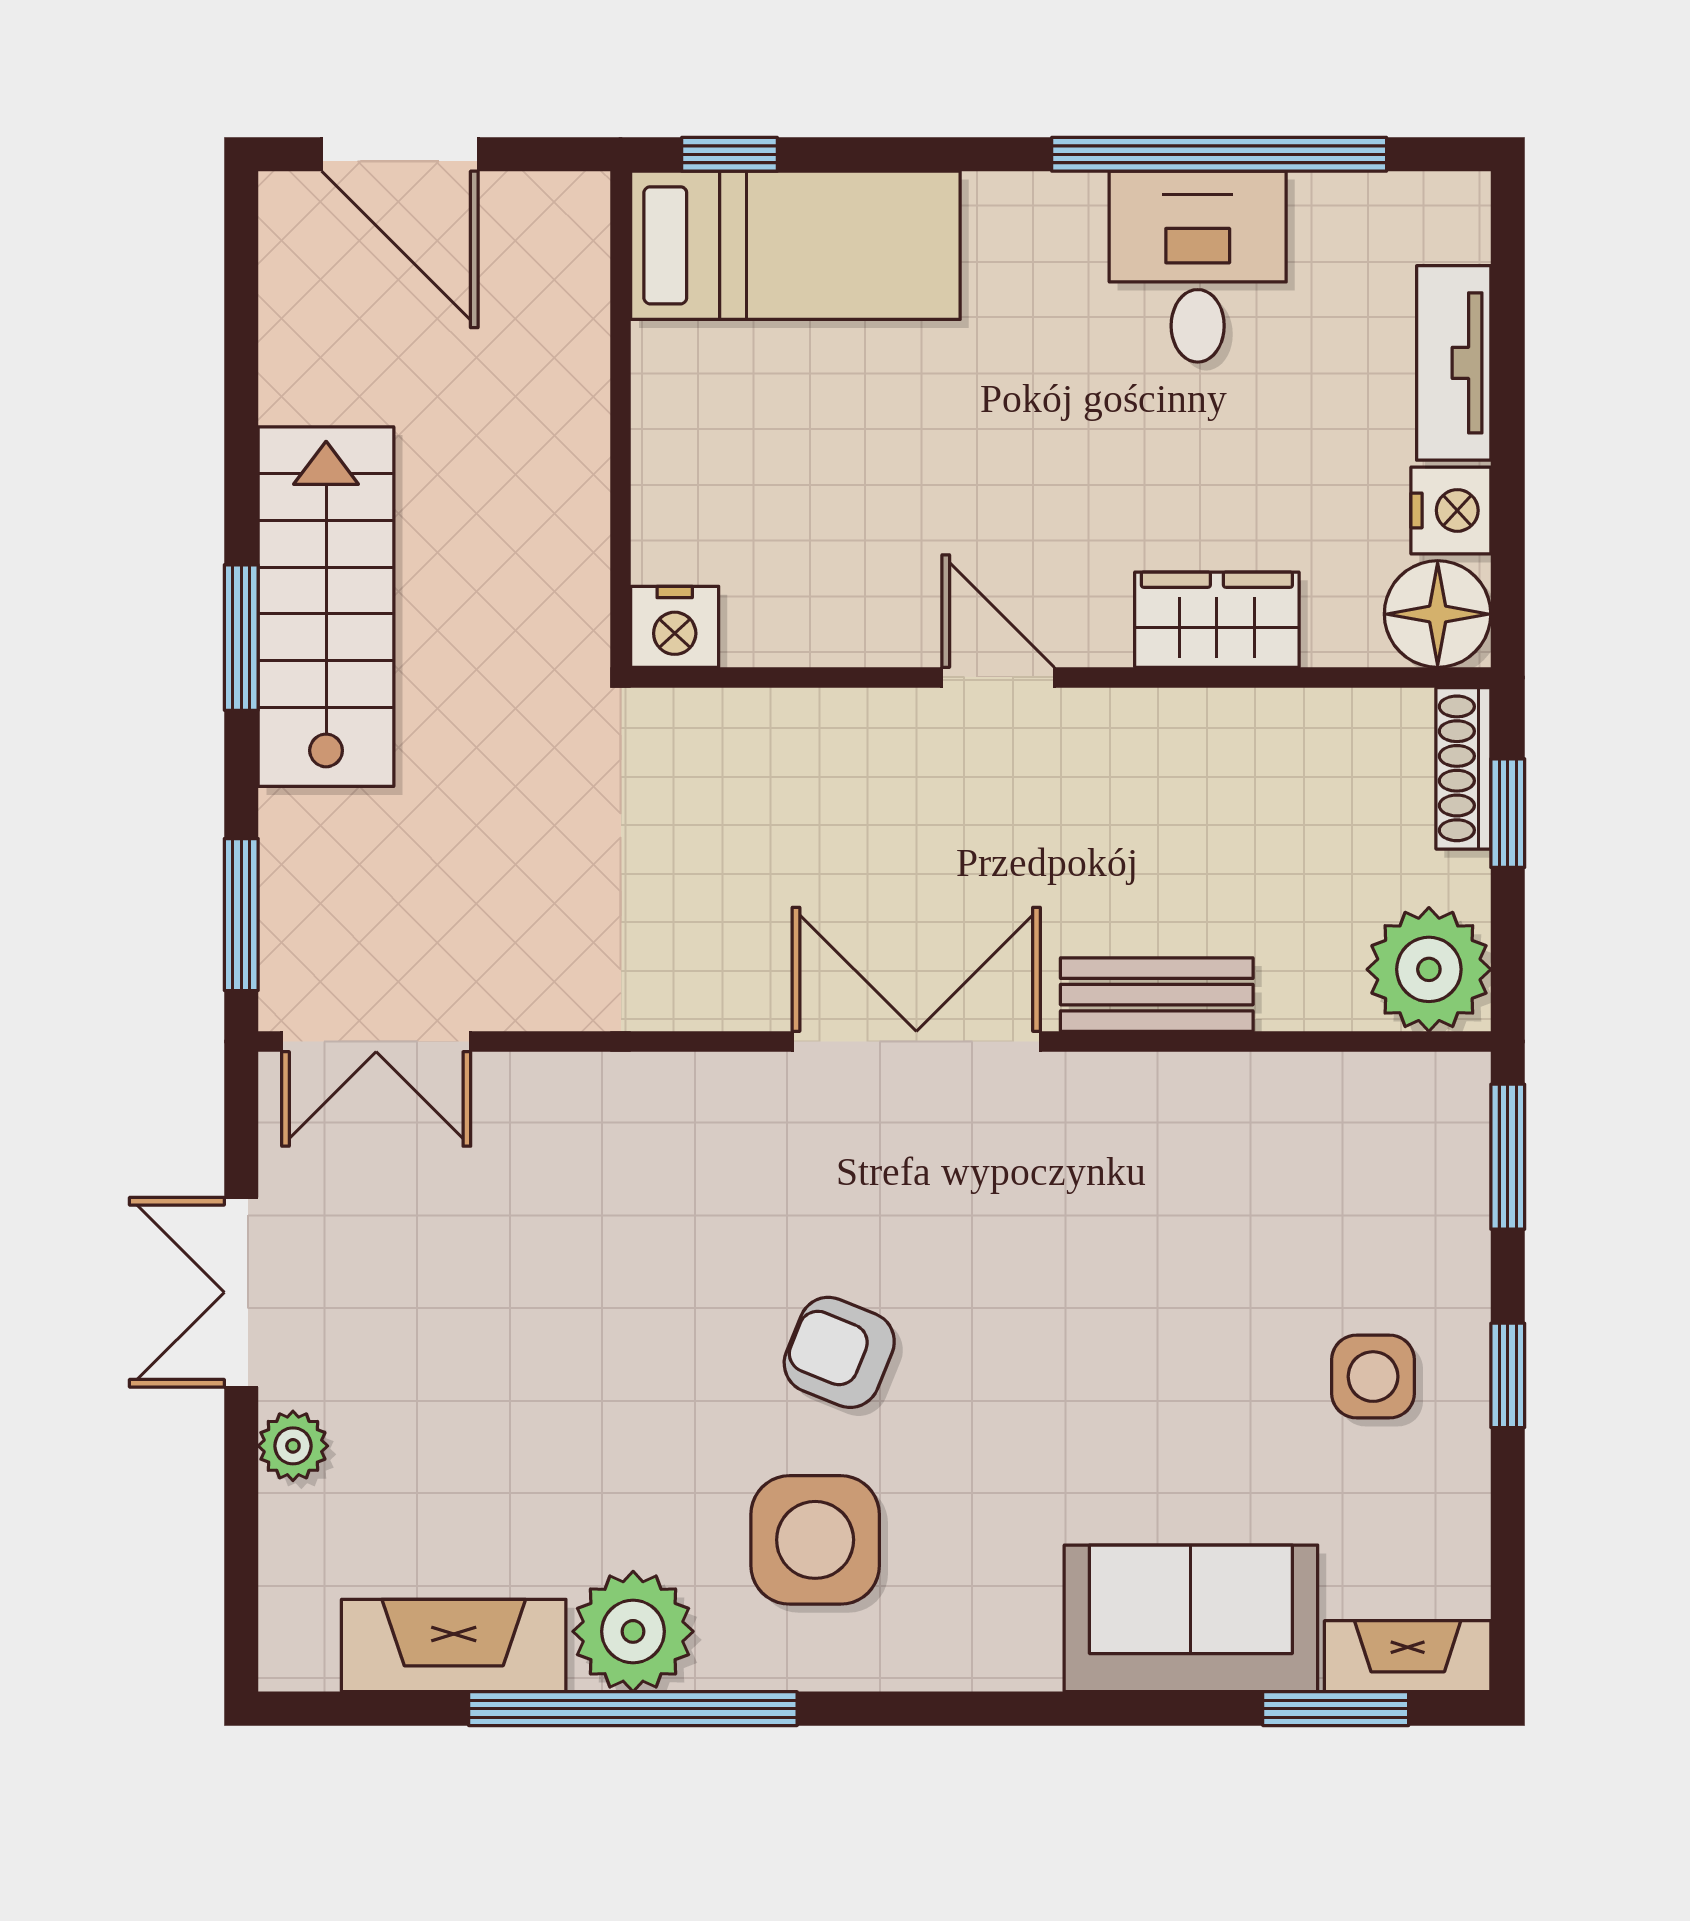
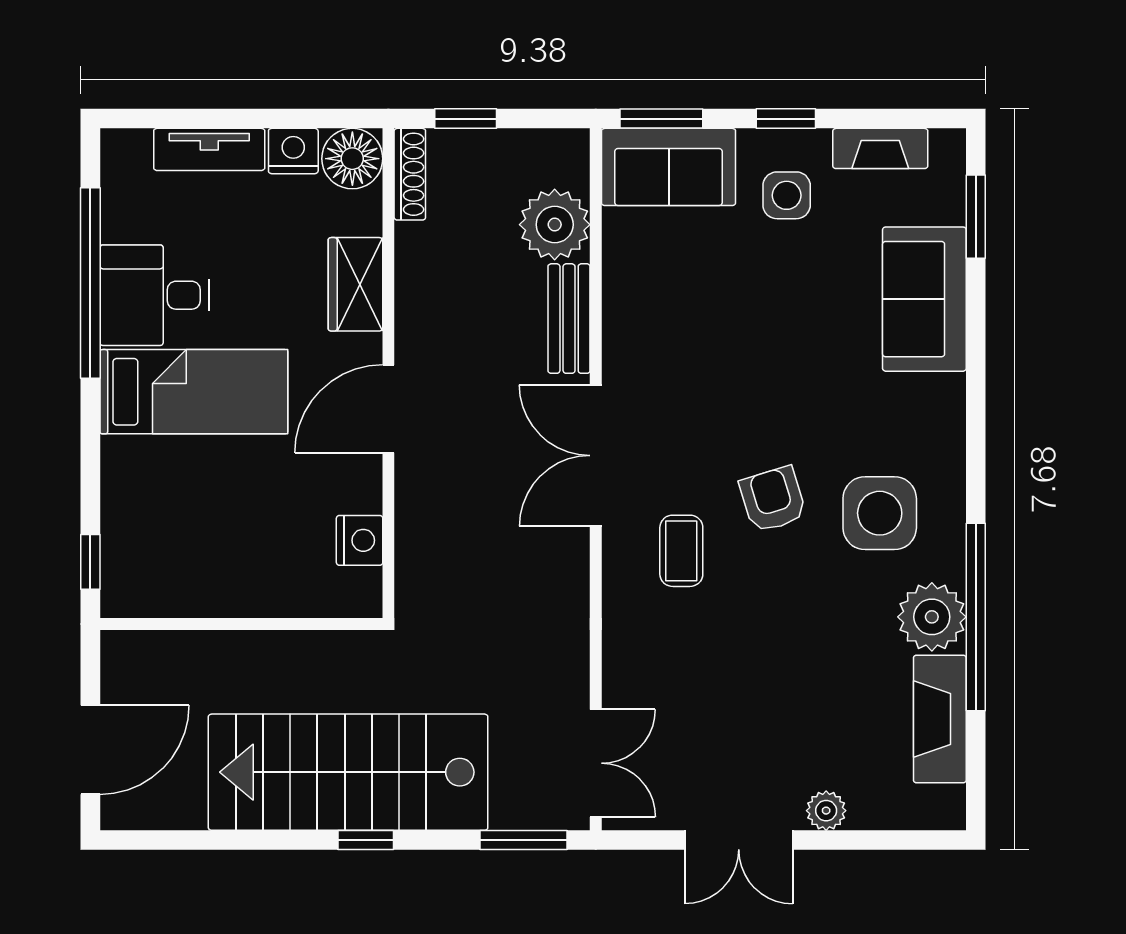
bed: (795, 245) -> (194, 392), moved, turned 90
stairs: (326, 607) -> (348, 772), width x1.36, depth x1.51
nightstand: (675, 627) -> (360, 540), moved
window: (241, 638) -> (366, 840), width x0.67
door: (998, 677) -> (388, 409), width x1.38
shoe rack: (1463, 768) -> (410, 174), moved, turned -90
plant: (1429, 969) -> (555, 225), moved
sofa: (1423, 1169) -> (669, 167), added
coffee table: (749, 1192) -> (681, 551), added
armchair: (839, 1352) -> (773, 499), turned 141
fireplace: (1408, 1656) -> (880, 148), moved, turned -90

